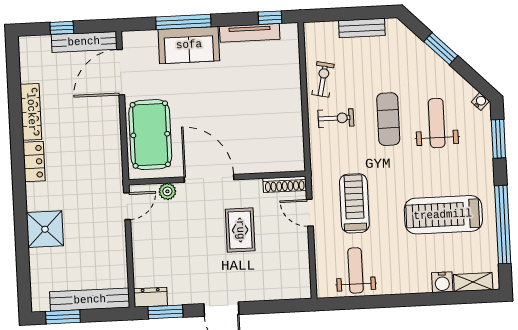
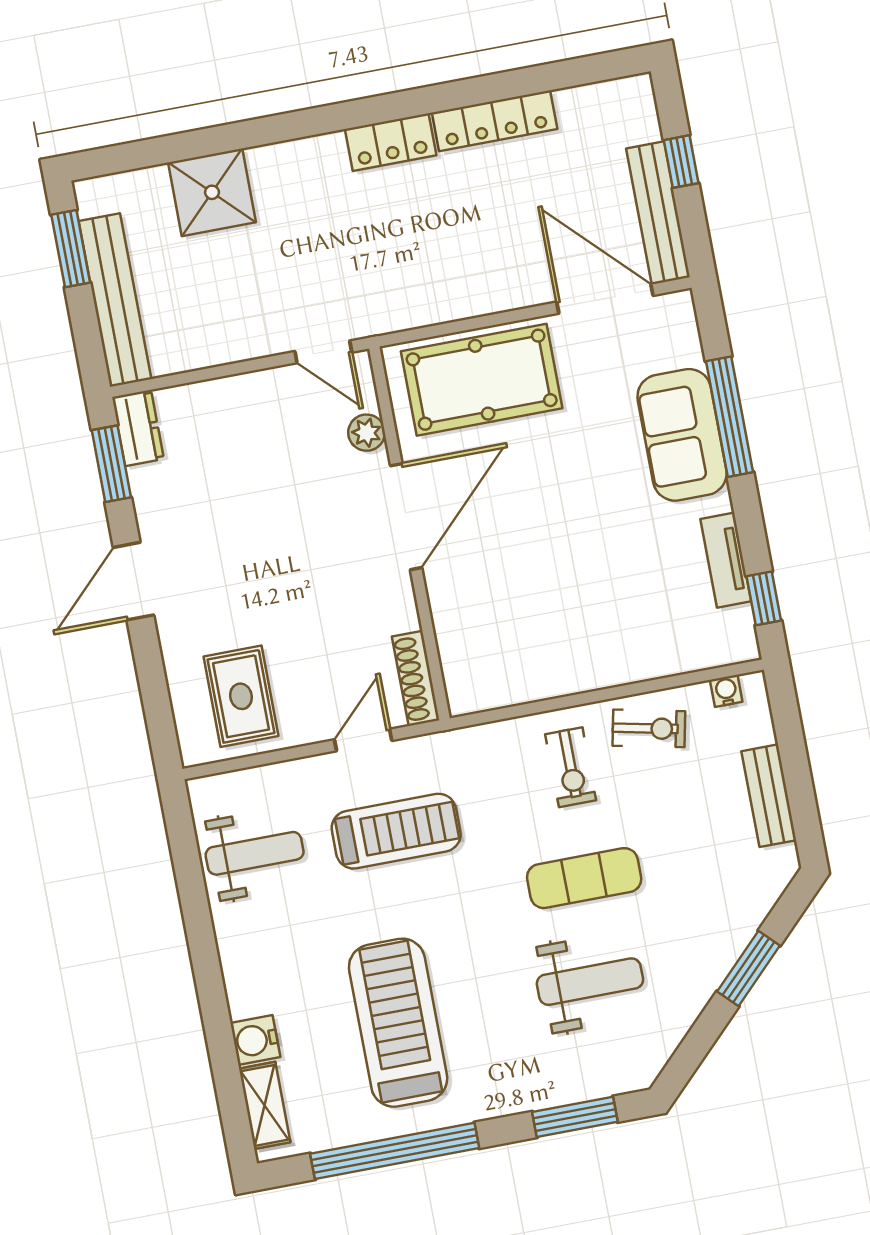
tv unit: (250, 33) -> (726, 560), width x0.71
water cooler: (480, 101) -> (726, 691), moved, turned -135
shower: (45, 229) -> (212, 192), moved
rug: (240, 230) -> (241, 696), moved, turned 90

